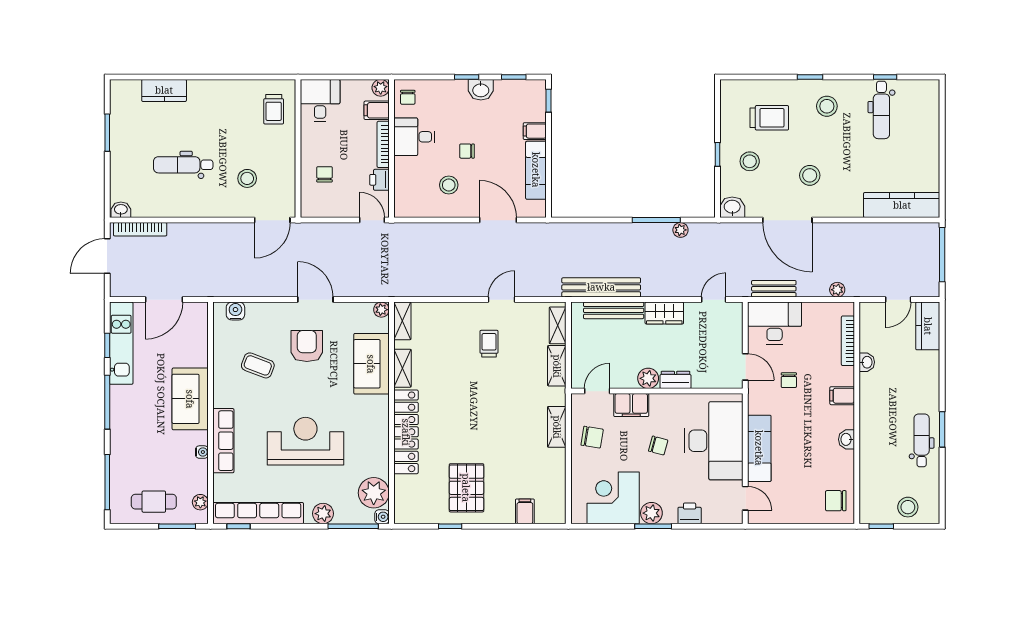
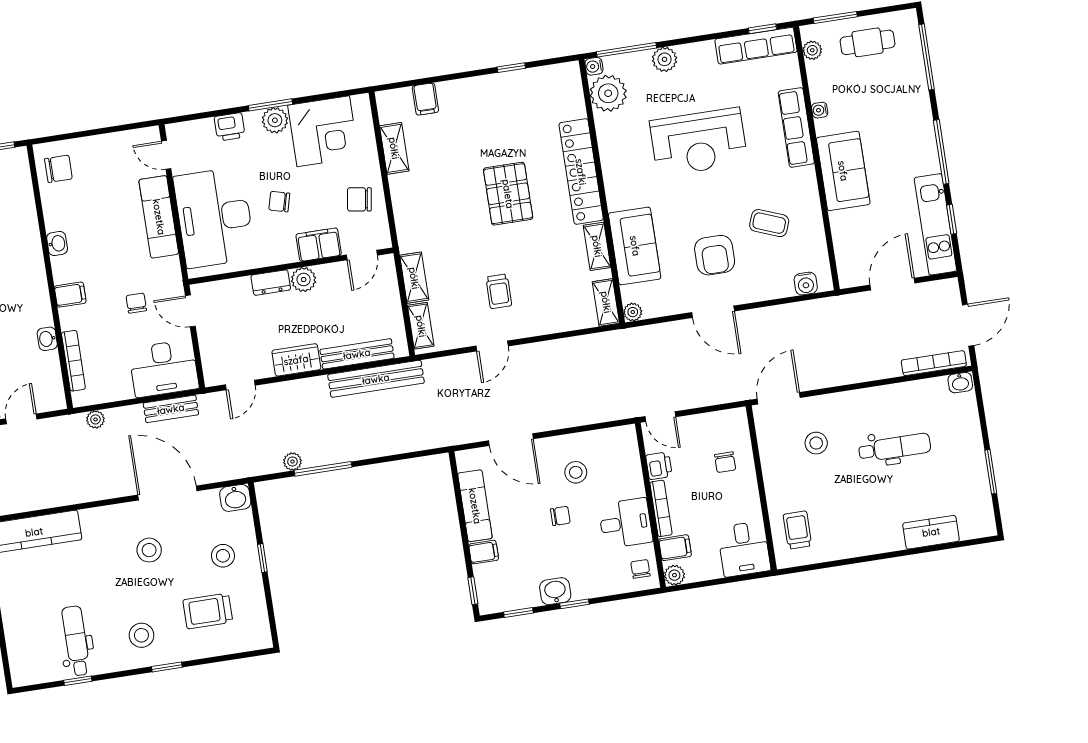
shelving: (557, 427) -> (394, 148), moved
pallet: (466, 488) -> (508, 194), moved
row of seats: (258, 513) -> (756, 46), width x0.73

